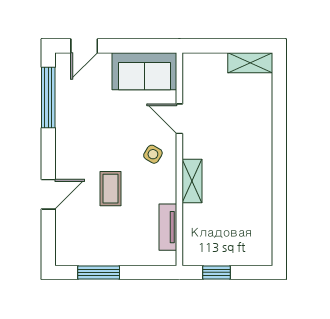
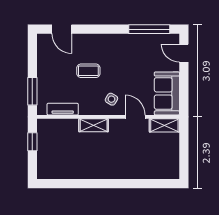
shelving: (250, 63) -> (164, 125), moved, turned 90
door: (179, 119) -> (135, 117), hinge flipped
door: (48, 194) -> (62, 29), moved
window: (99, 272) -> (32, 91), moved

